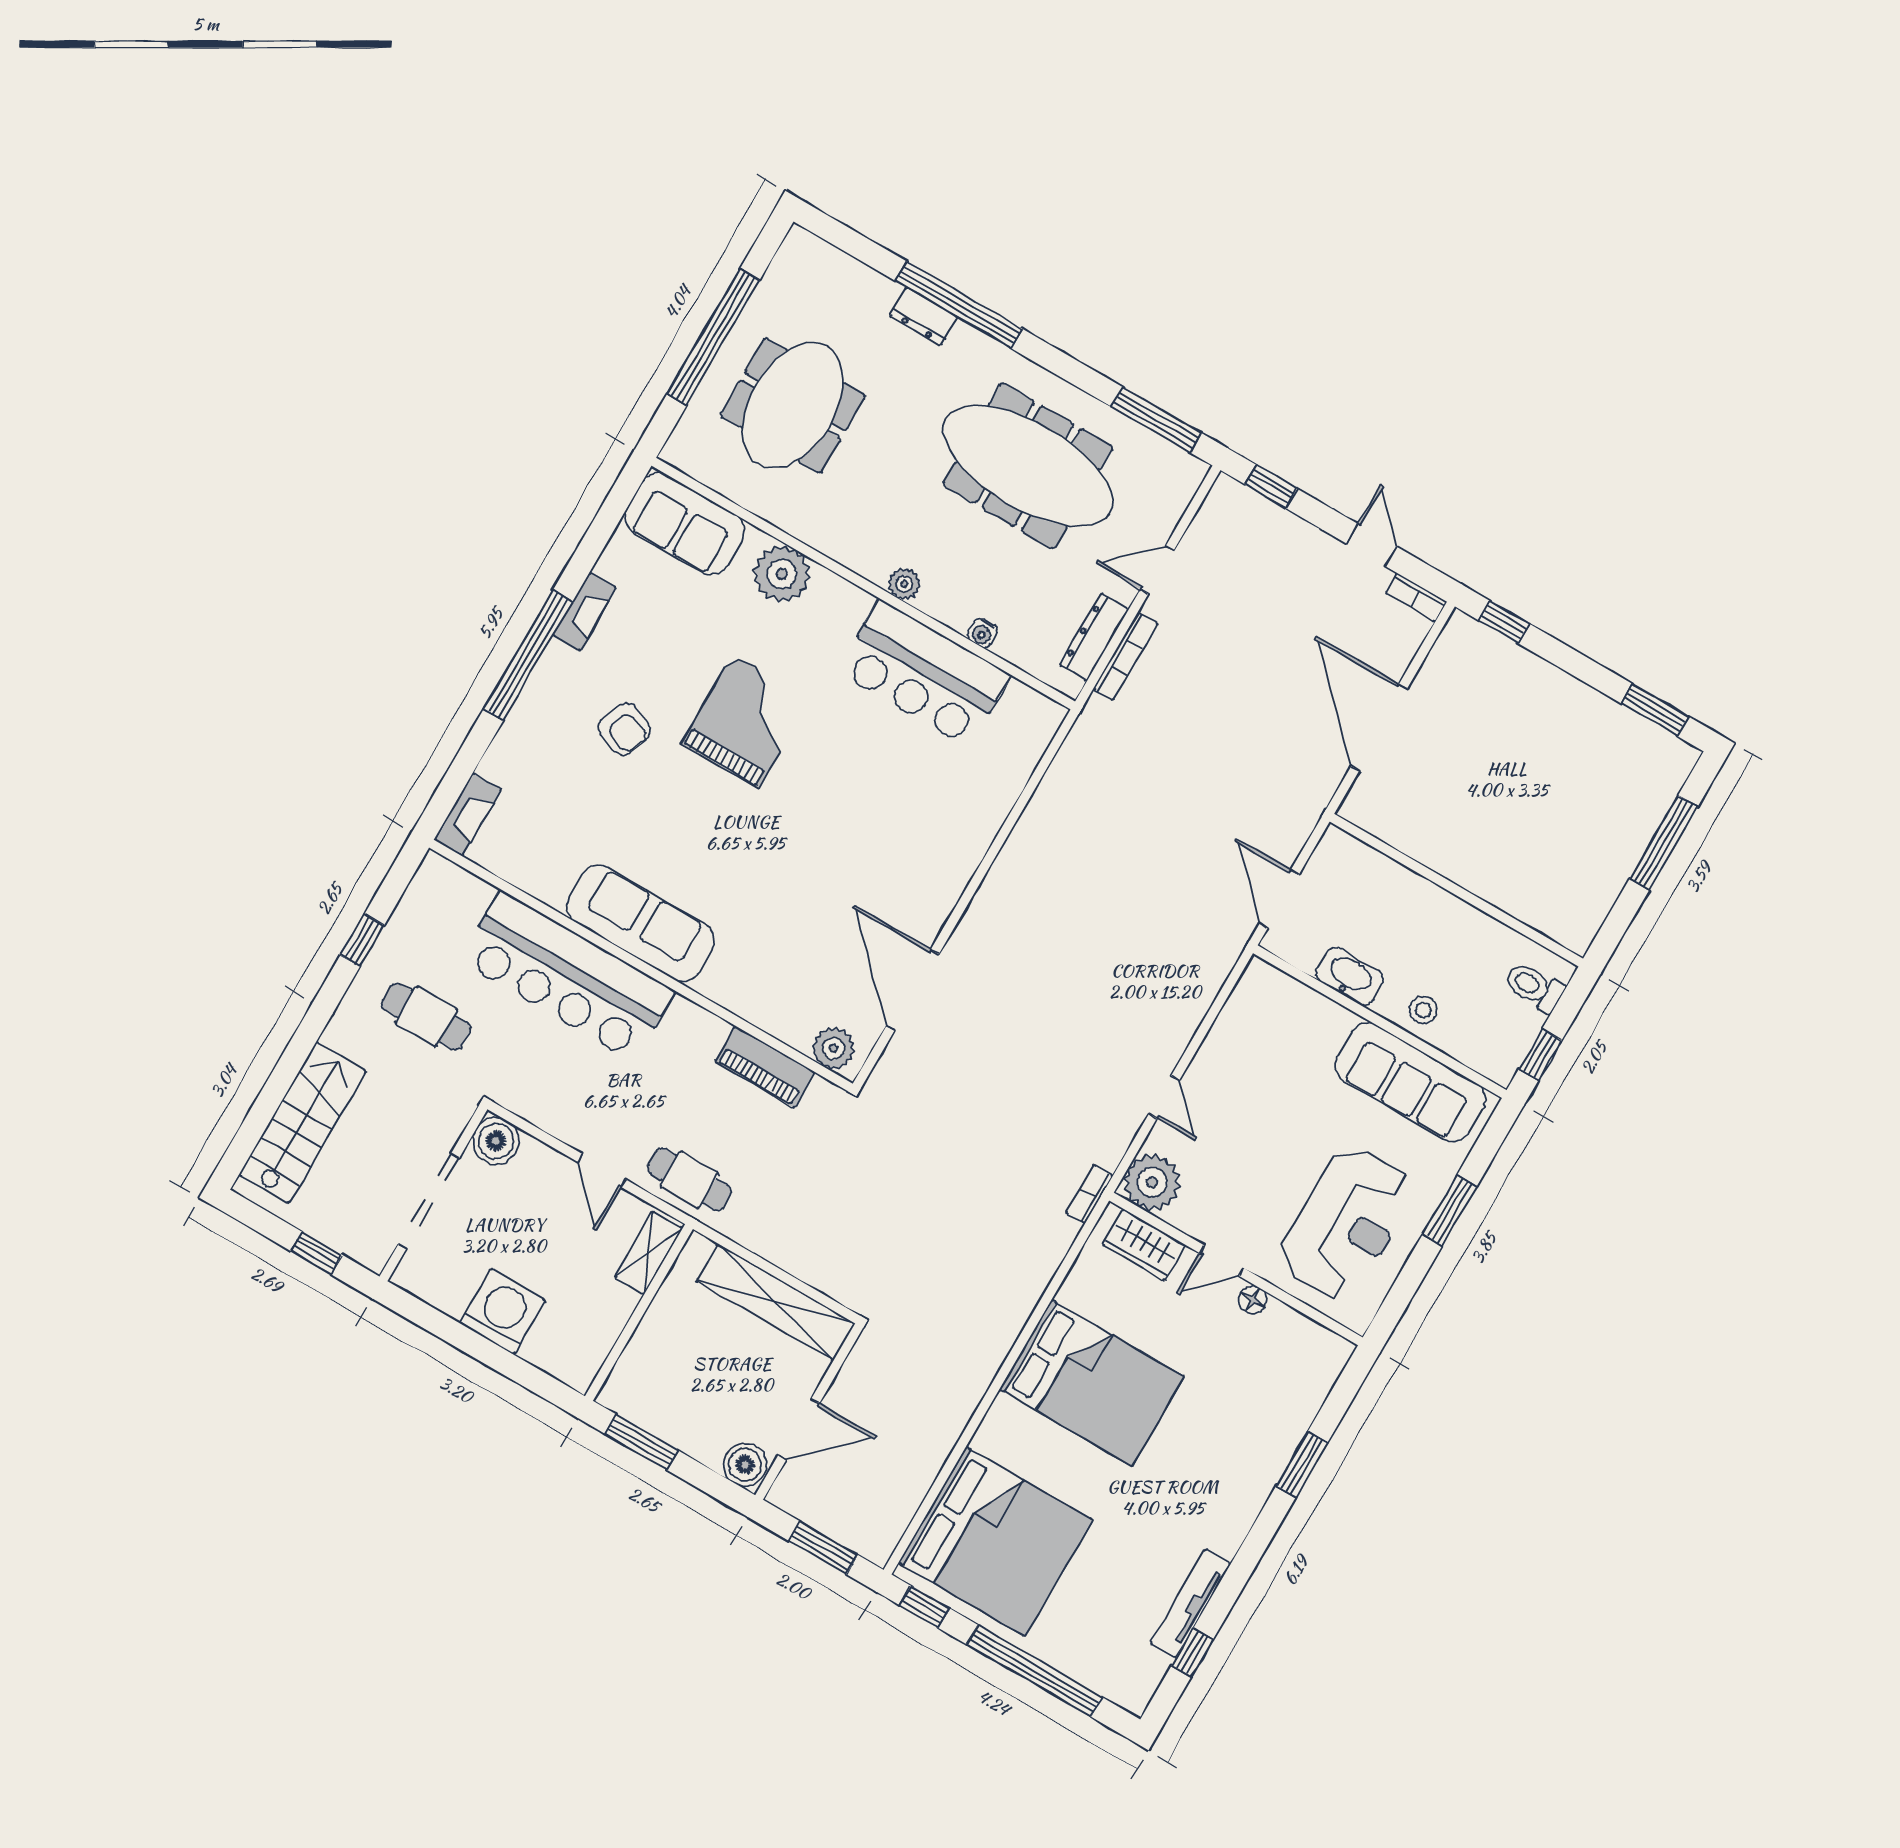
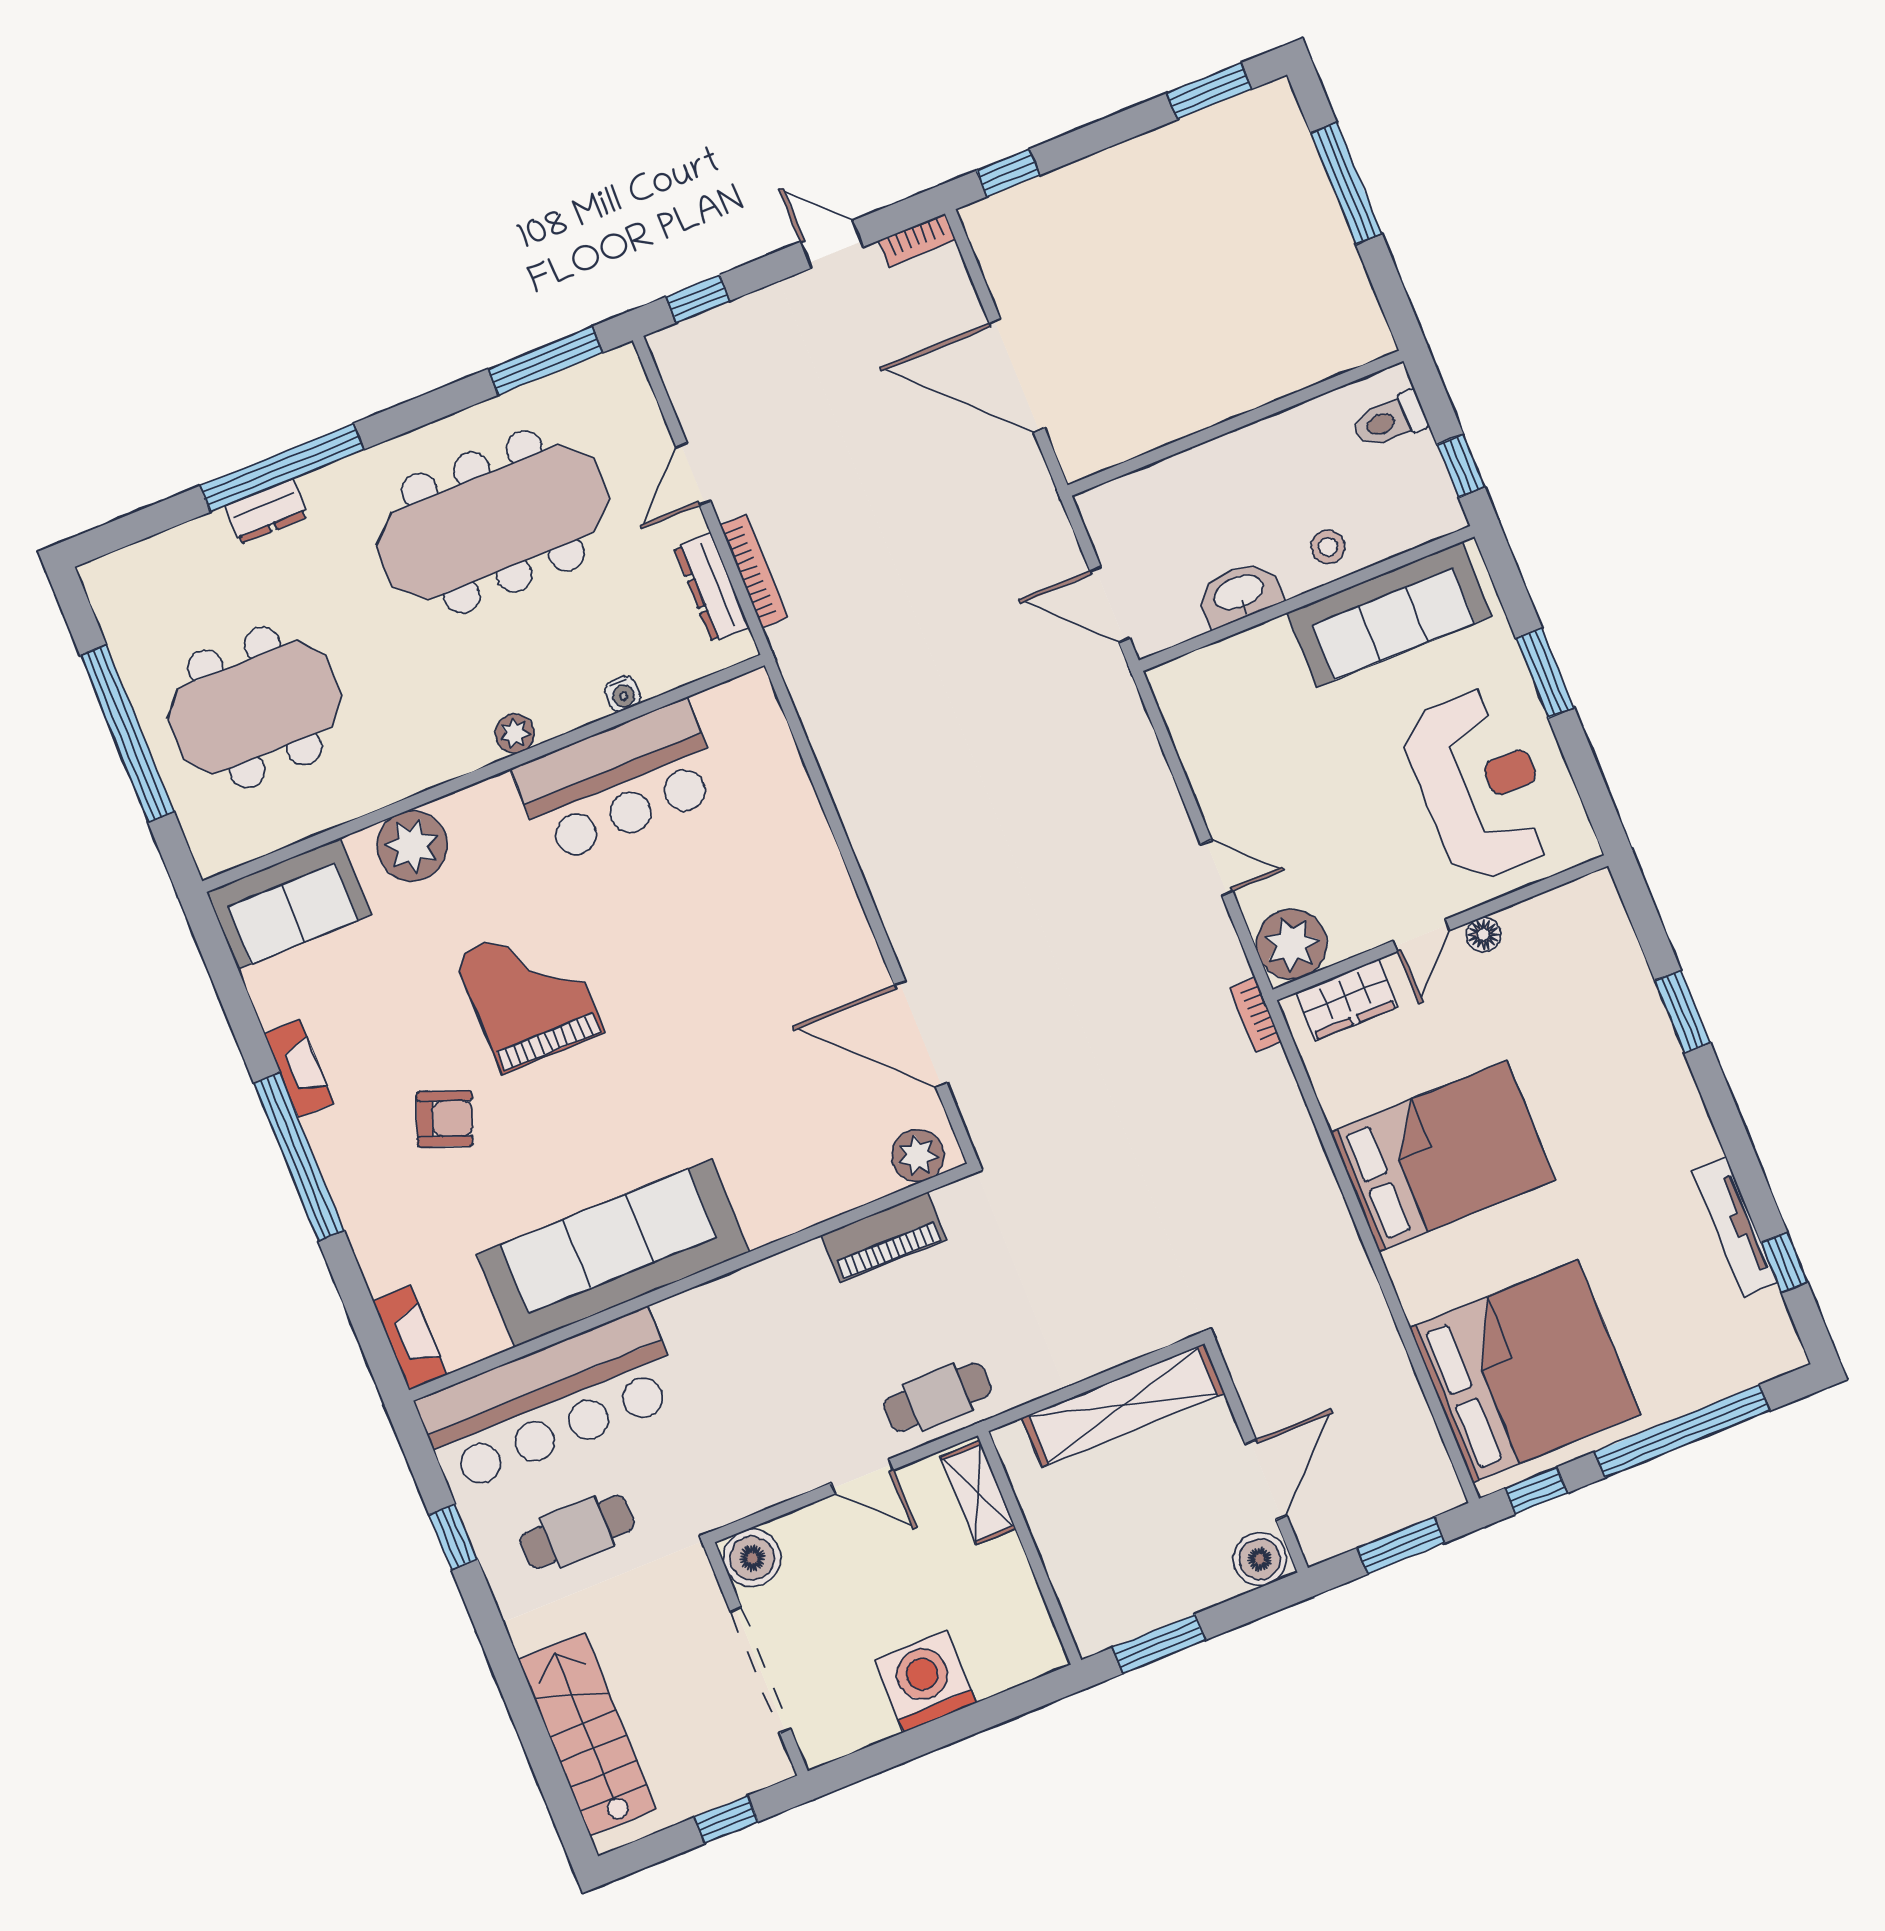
meeting table: (793, 405) -> (255, 707), turned 90
sofa: (641, 923) -> (613, 1253), width x1.36, depth x1.27
bar counter: (567, 976) -> (550, 1401), moved

